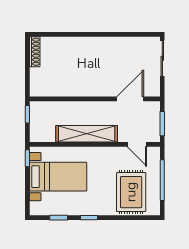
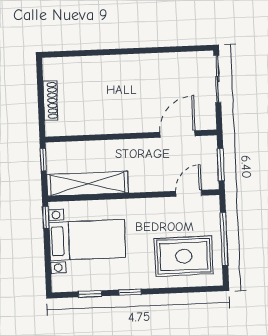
shoe rack: (35, 52) -> (51, 100), moved
shelving: (87, 134) -> (88, 184), moved
door: (137, 144) -> (189, 193), swing flipped
rug: (131, 192) -> (184, 256), turned 90

